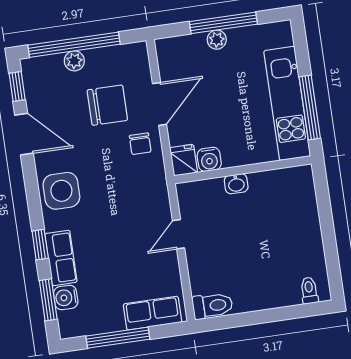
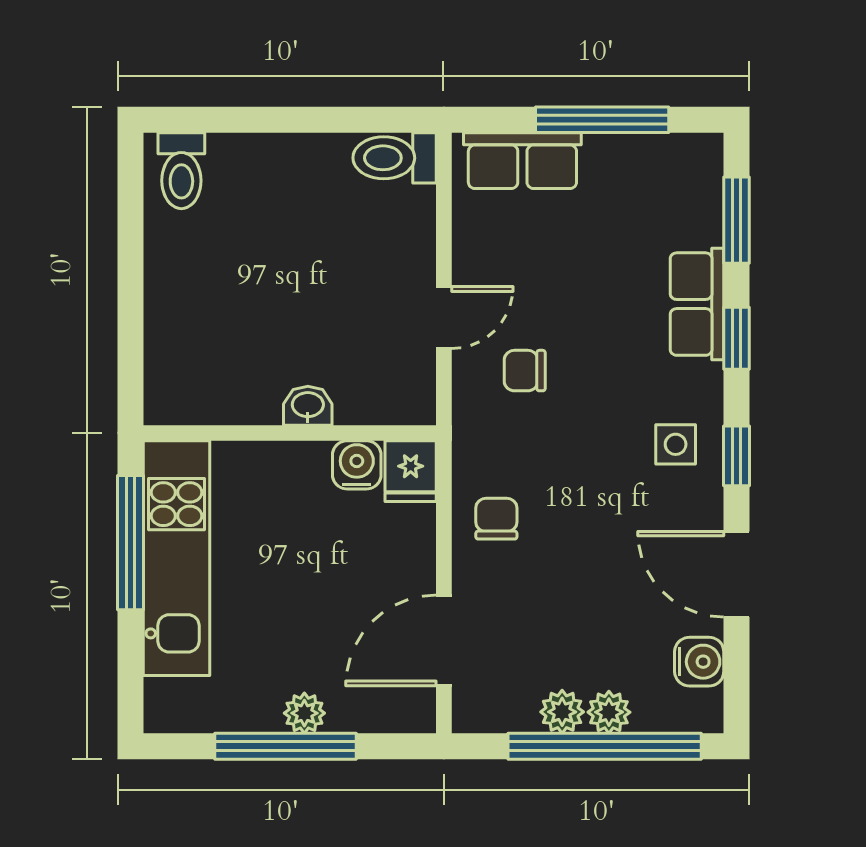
plant: (96, 58) -> (562, 712), added
window: (17, 86) -> (736, 456), moved
door: (160, 104) -> (444, 640), moved
chair: (107, 105) -> (525, 371), moved, width x0.54, depth x0.54
side table: (61, 191) -> (676, 444), width x0.54, depth x0.54
toilet: (309, 290) -> (181, 171), width x1.37, depth x1.39
water cooler: (66, 298) -> (699, 662), moved

